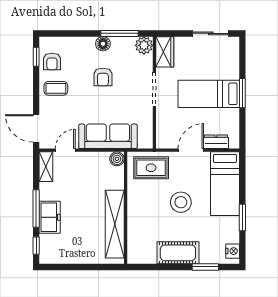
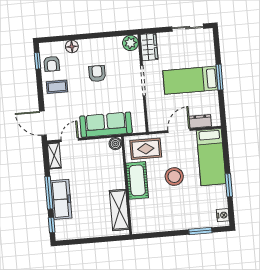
window: (119, 33) -> (108, 34), removed
floor lamp: (103, 44) -> (72, 47), moved
armchair: (103, 77) -> (97, 74), turned 180
freezer: (50, 217) -> (61, 199), width x1.40
shelving: (115, 224) -> (119, 210), width x0.68
cot: (178, 253) -> (137, 180), moved, turned 90

